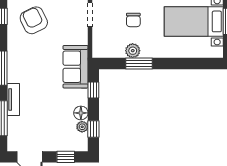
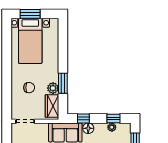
wardrobe: (110, 49) -> (52, 106), added
floor lamp: (81, 113) -> (88, 128), moved

